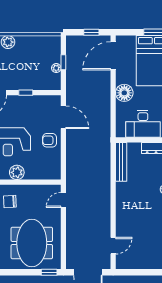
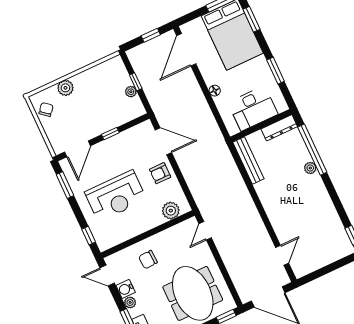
floor lamp: (124, 93) -> (215, 91), width x0.53, depth x0.53
plant: (17, 172) -> (171, 211), moved

